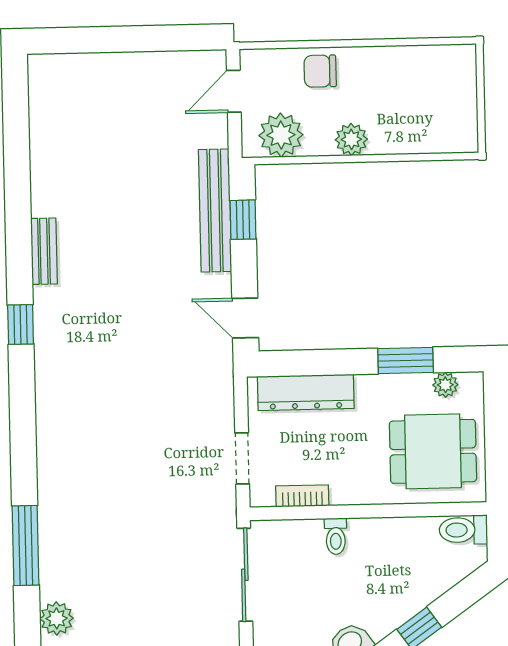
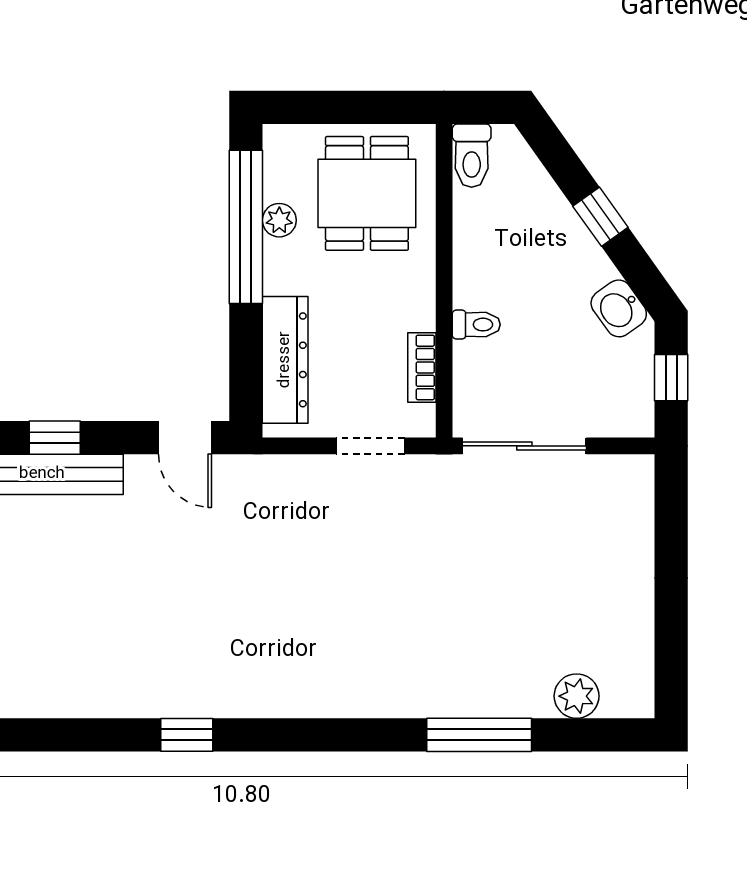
bench: (44, 251) -> (91, 702), removed
door: (245, 318) -> (185, 438), hinge flipped
window: (406, 361) -> (246, 227), width x2.11
plant: (445, 385) -> (279, 220), moved

